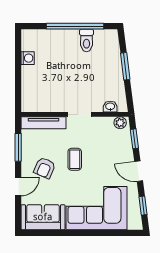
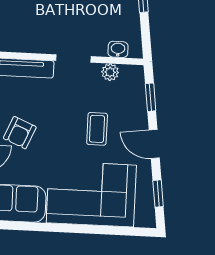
plant: (120, 123) -> (110, 72), moved
coffee table: (75, 159) -> (97, 129), moved

